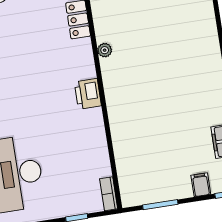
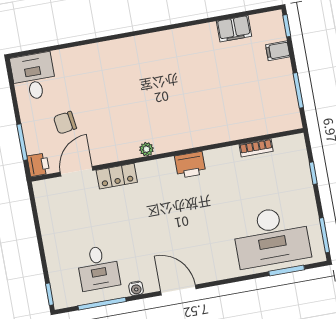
bookcase: (109, 194) -> (256, 148), moved

